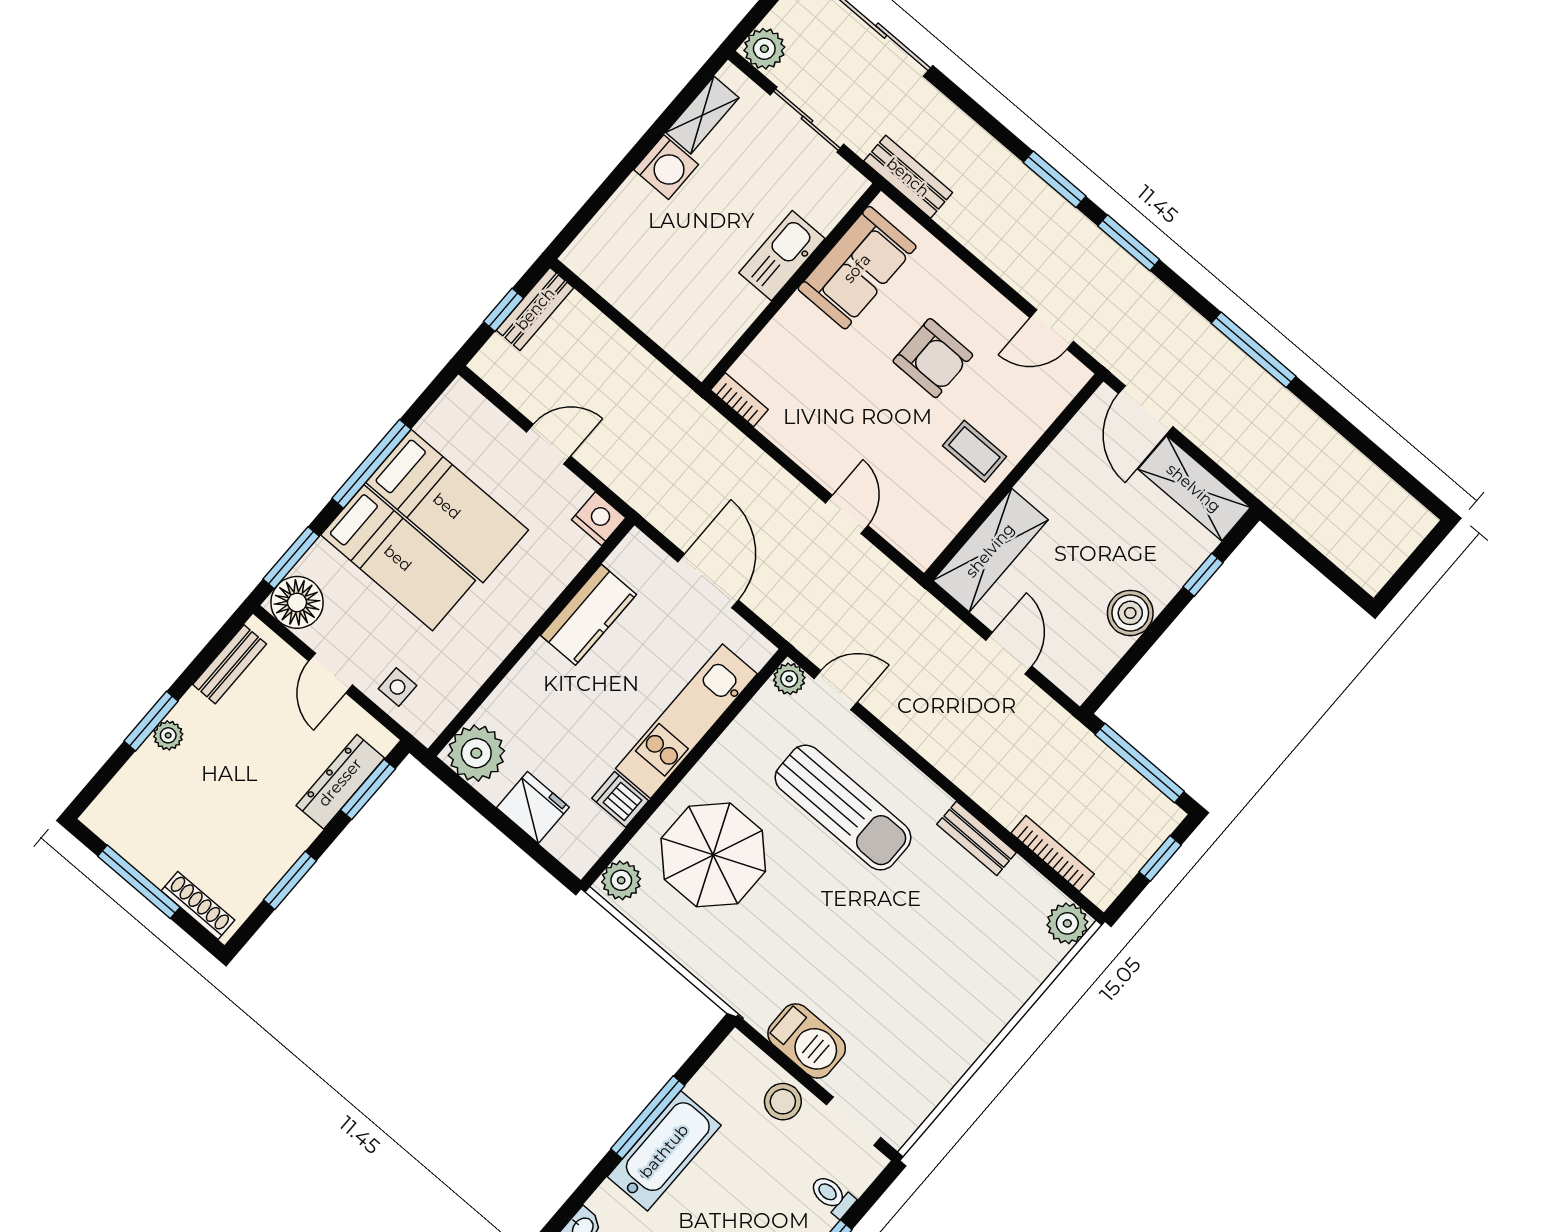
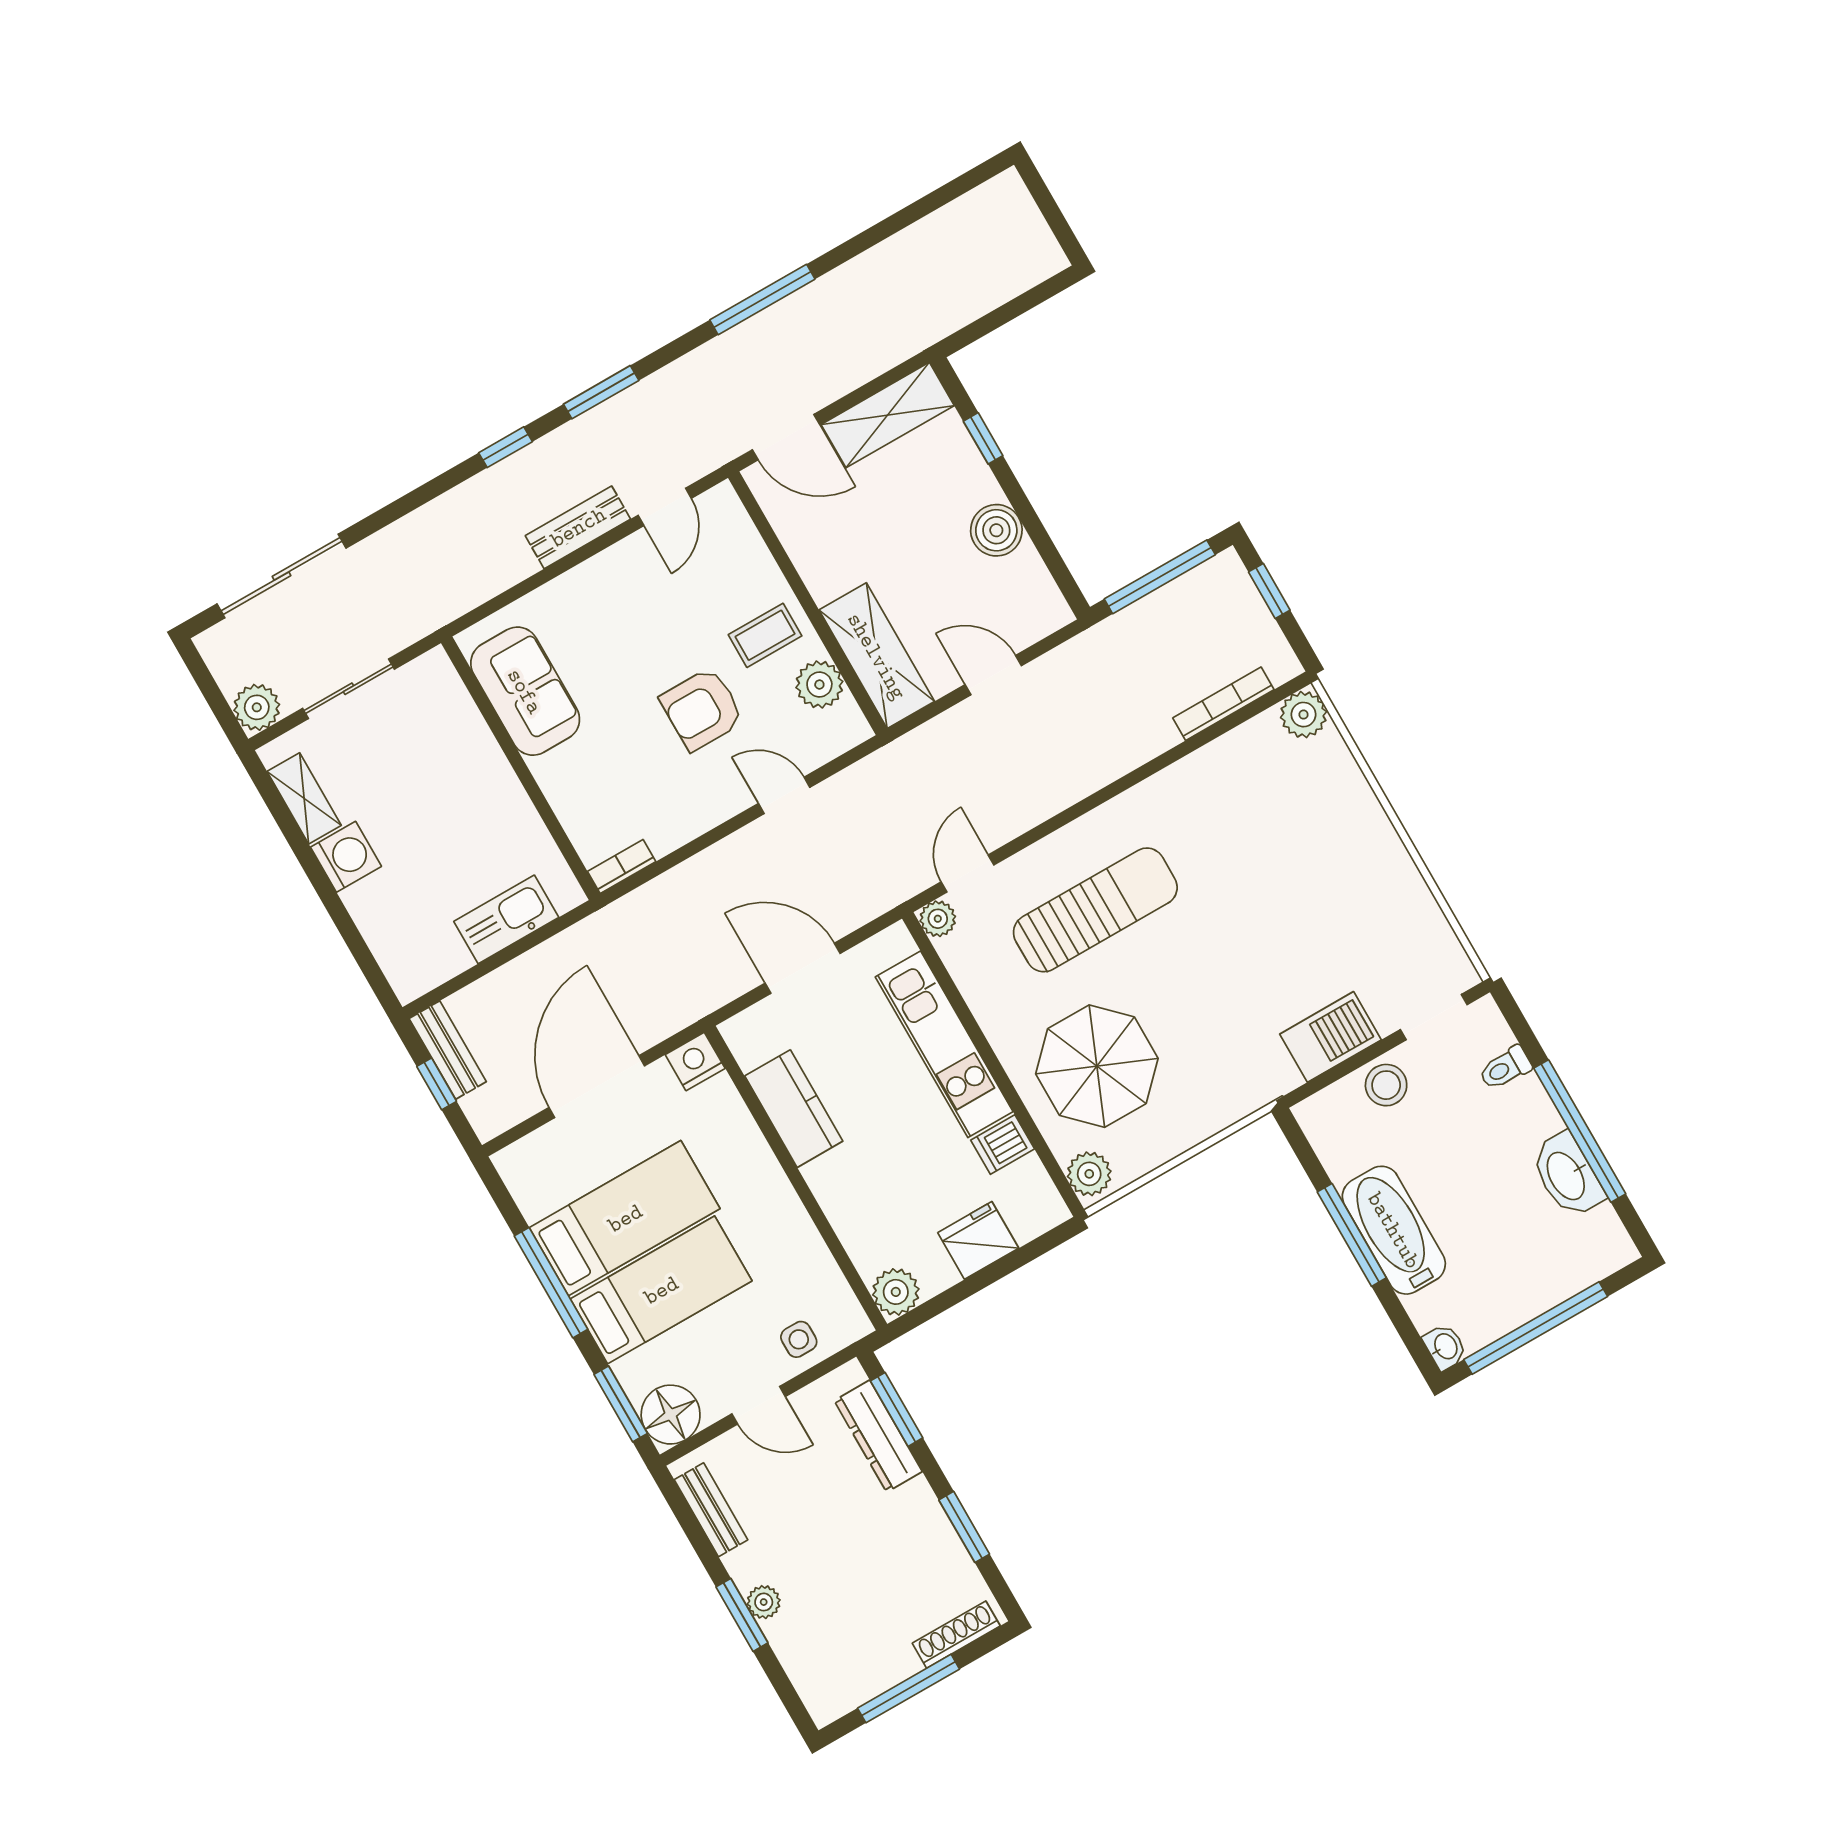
bench: (908, 177) -> (578, 527), moved
window: (1055, 179) -> (506, 447), width x0.67
kitchen sink: (782, 256) -> (506, 919), moved, turned 90
armchair: (933, 358) -> (702, 709), moved, turned 180
door: (549, 444) -> (597, 1087), width x1.87
plant: (949, 511) -> (819, 685), added
plant: (476, 753) -> (896, 1292), width x0.73, depth x0.73
bench: (977, 838) -> (1179, 779), removed

